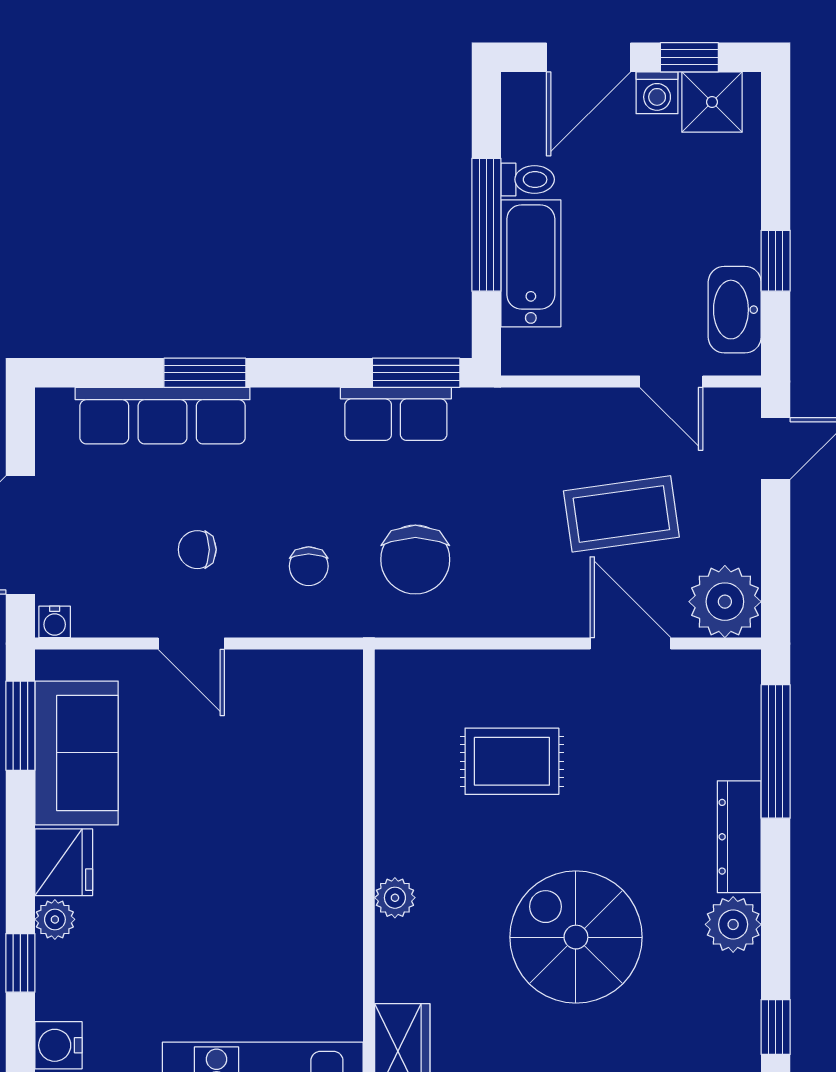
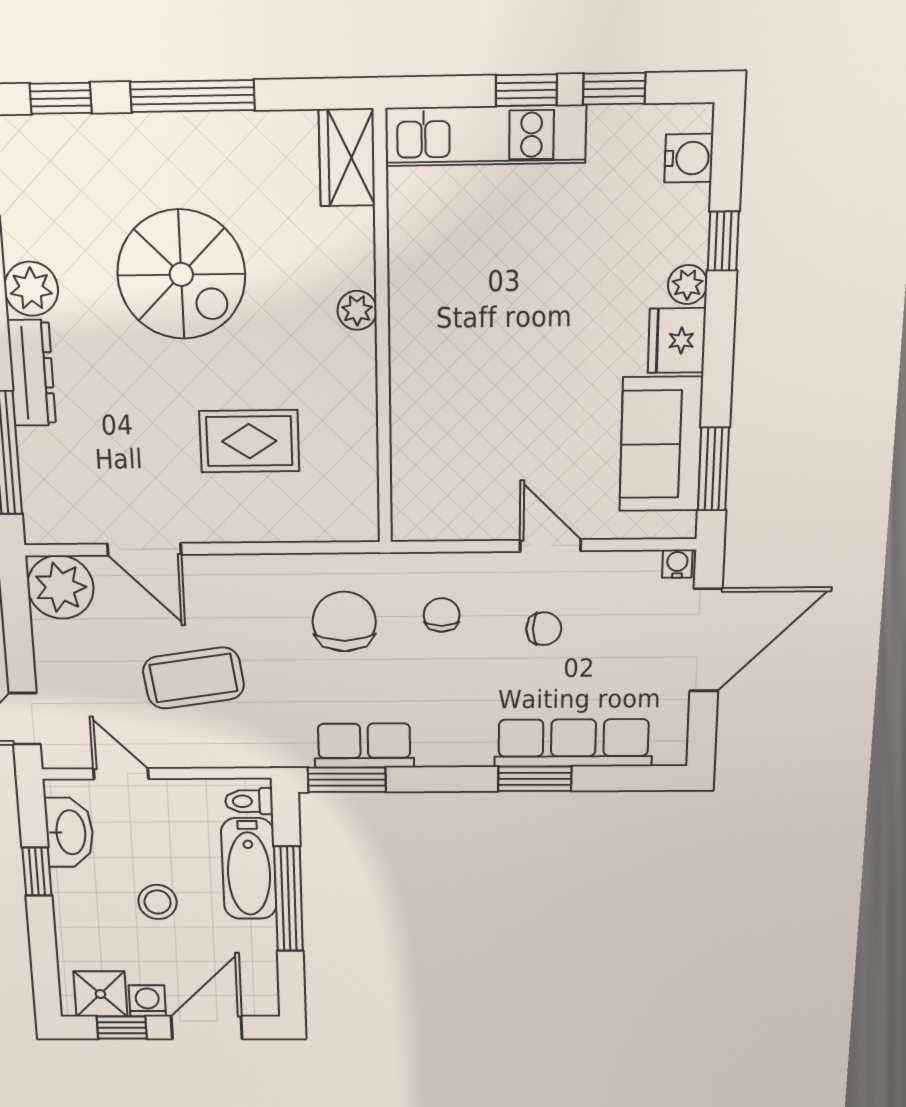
toilet: (528, 179) -> (249, 801), moved
stool: (638, 221) -> (158, 902), added
coffee table: (621, 514) -> (193, 678), moved

